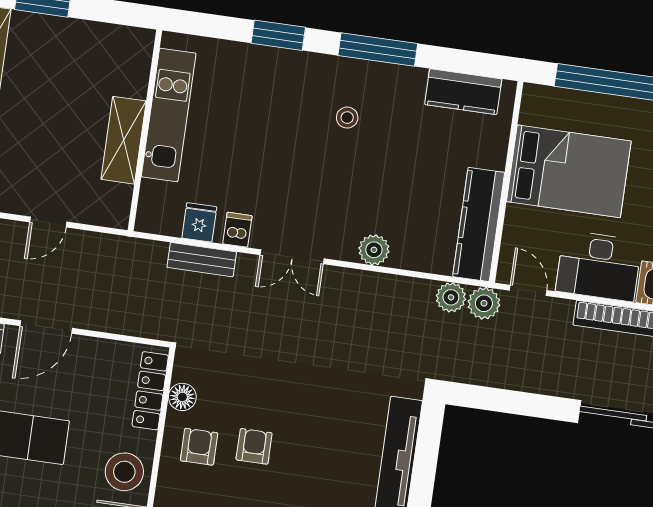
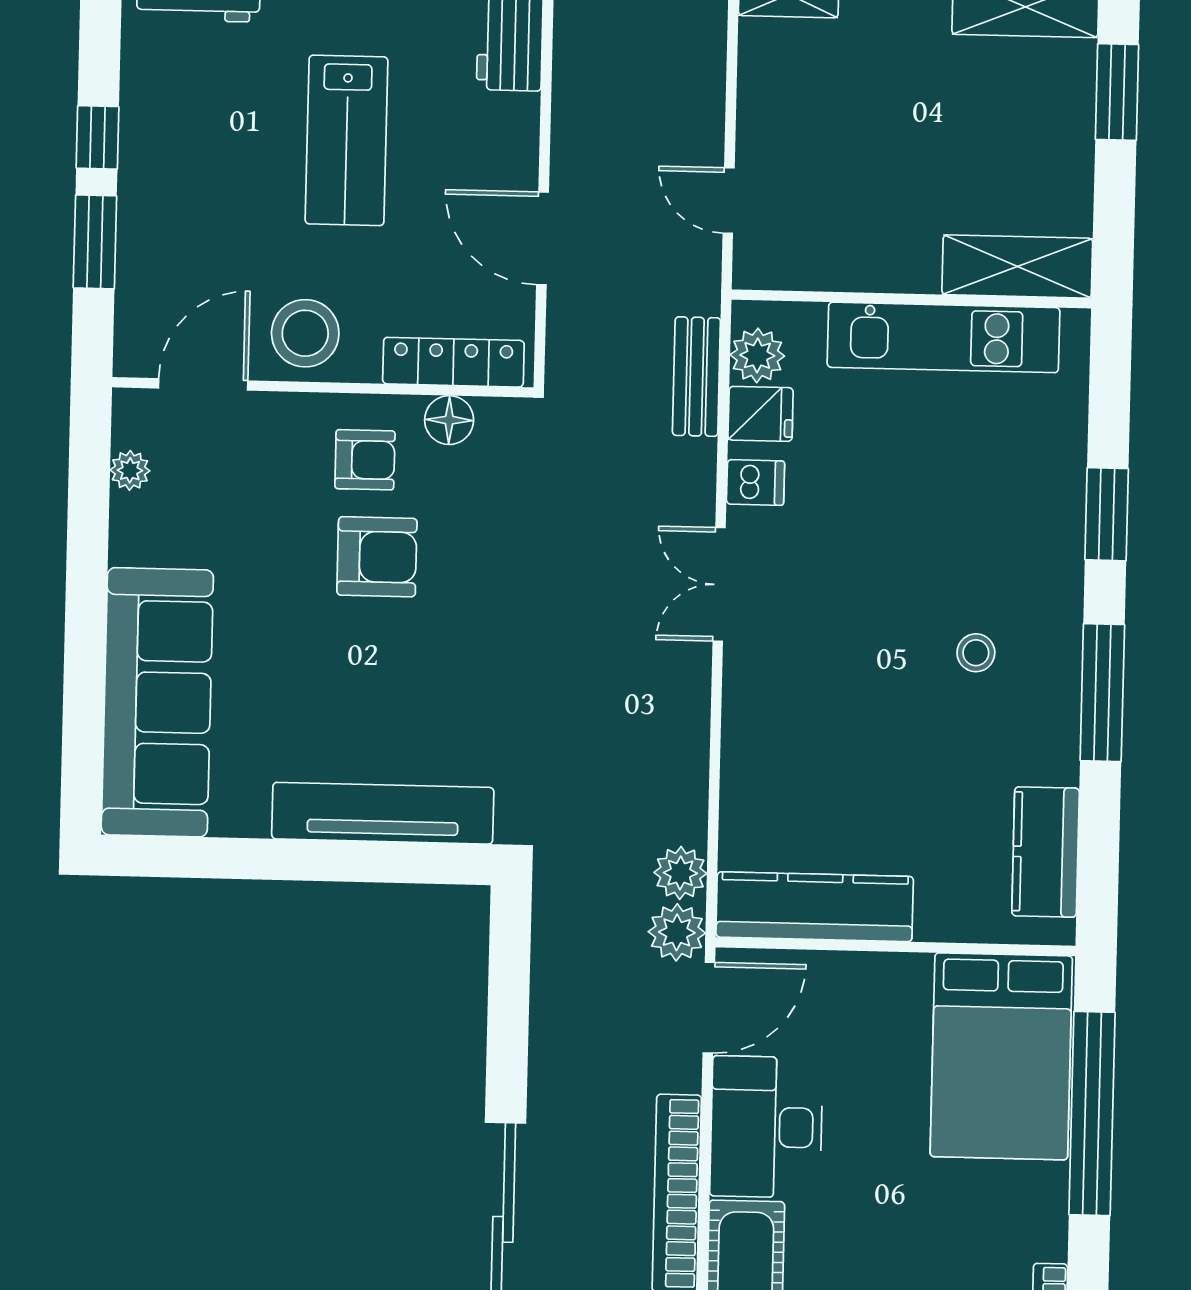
shelving: (124, 140) -> (1017, 266), moved
bed: (569, 171) -> (1001, 1056), moved
door: (48, 222) -> (729, 200), moved
plant: (374, 250) -> (757, 355), moved
bench: (202, 260) -> (696, 377), moved
door: (528, 290) -> (709, 1008), width x1.38
door: (46, 327) -> (543, 238), moved
armchair: (254, 446) -> (377, 557), width x1.38, depth x1.38

